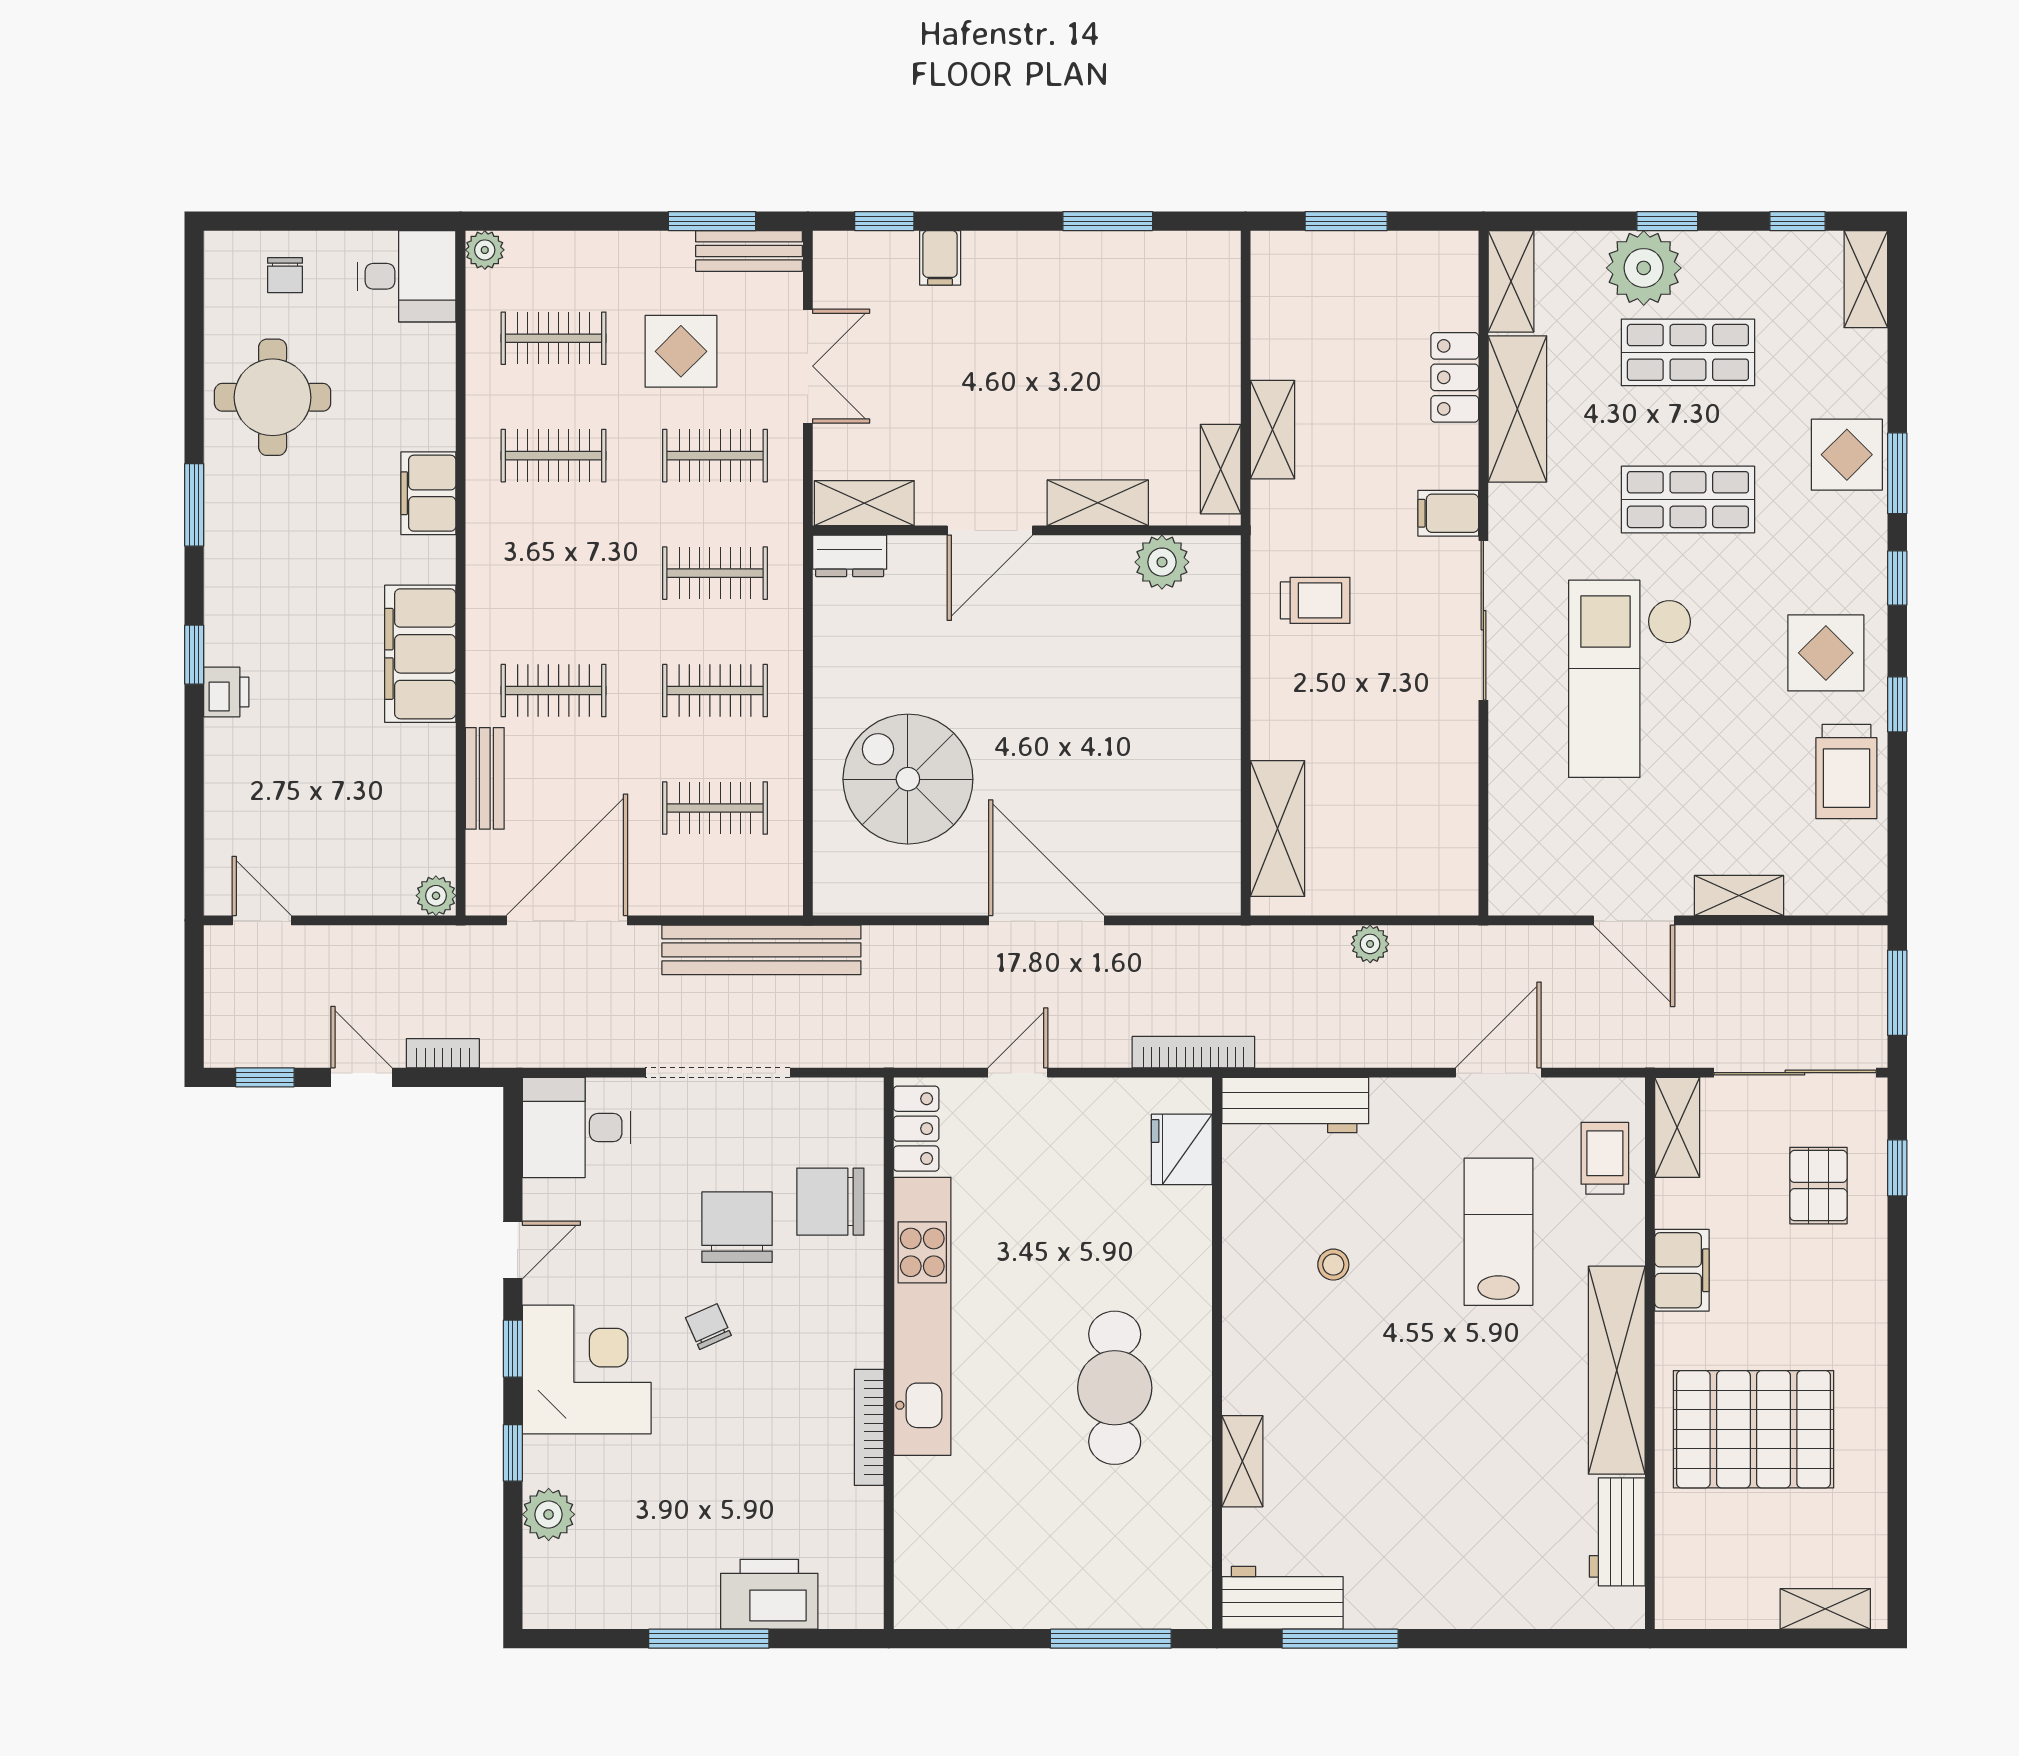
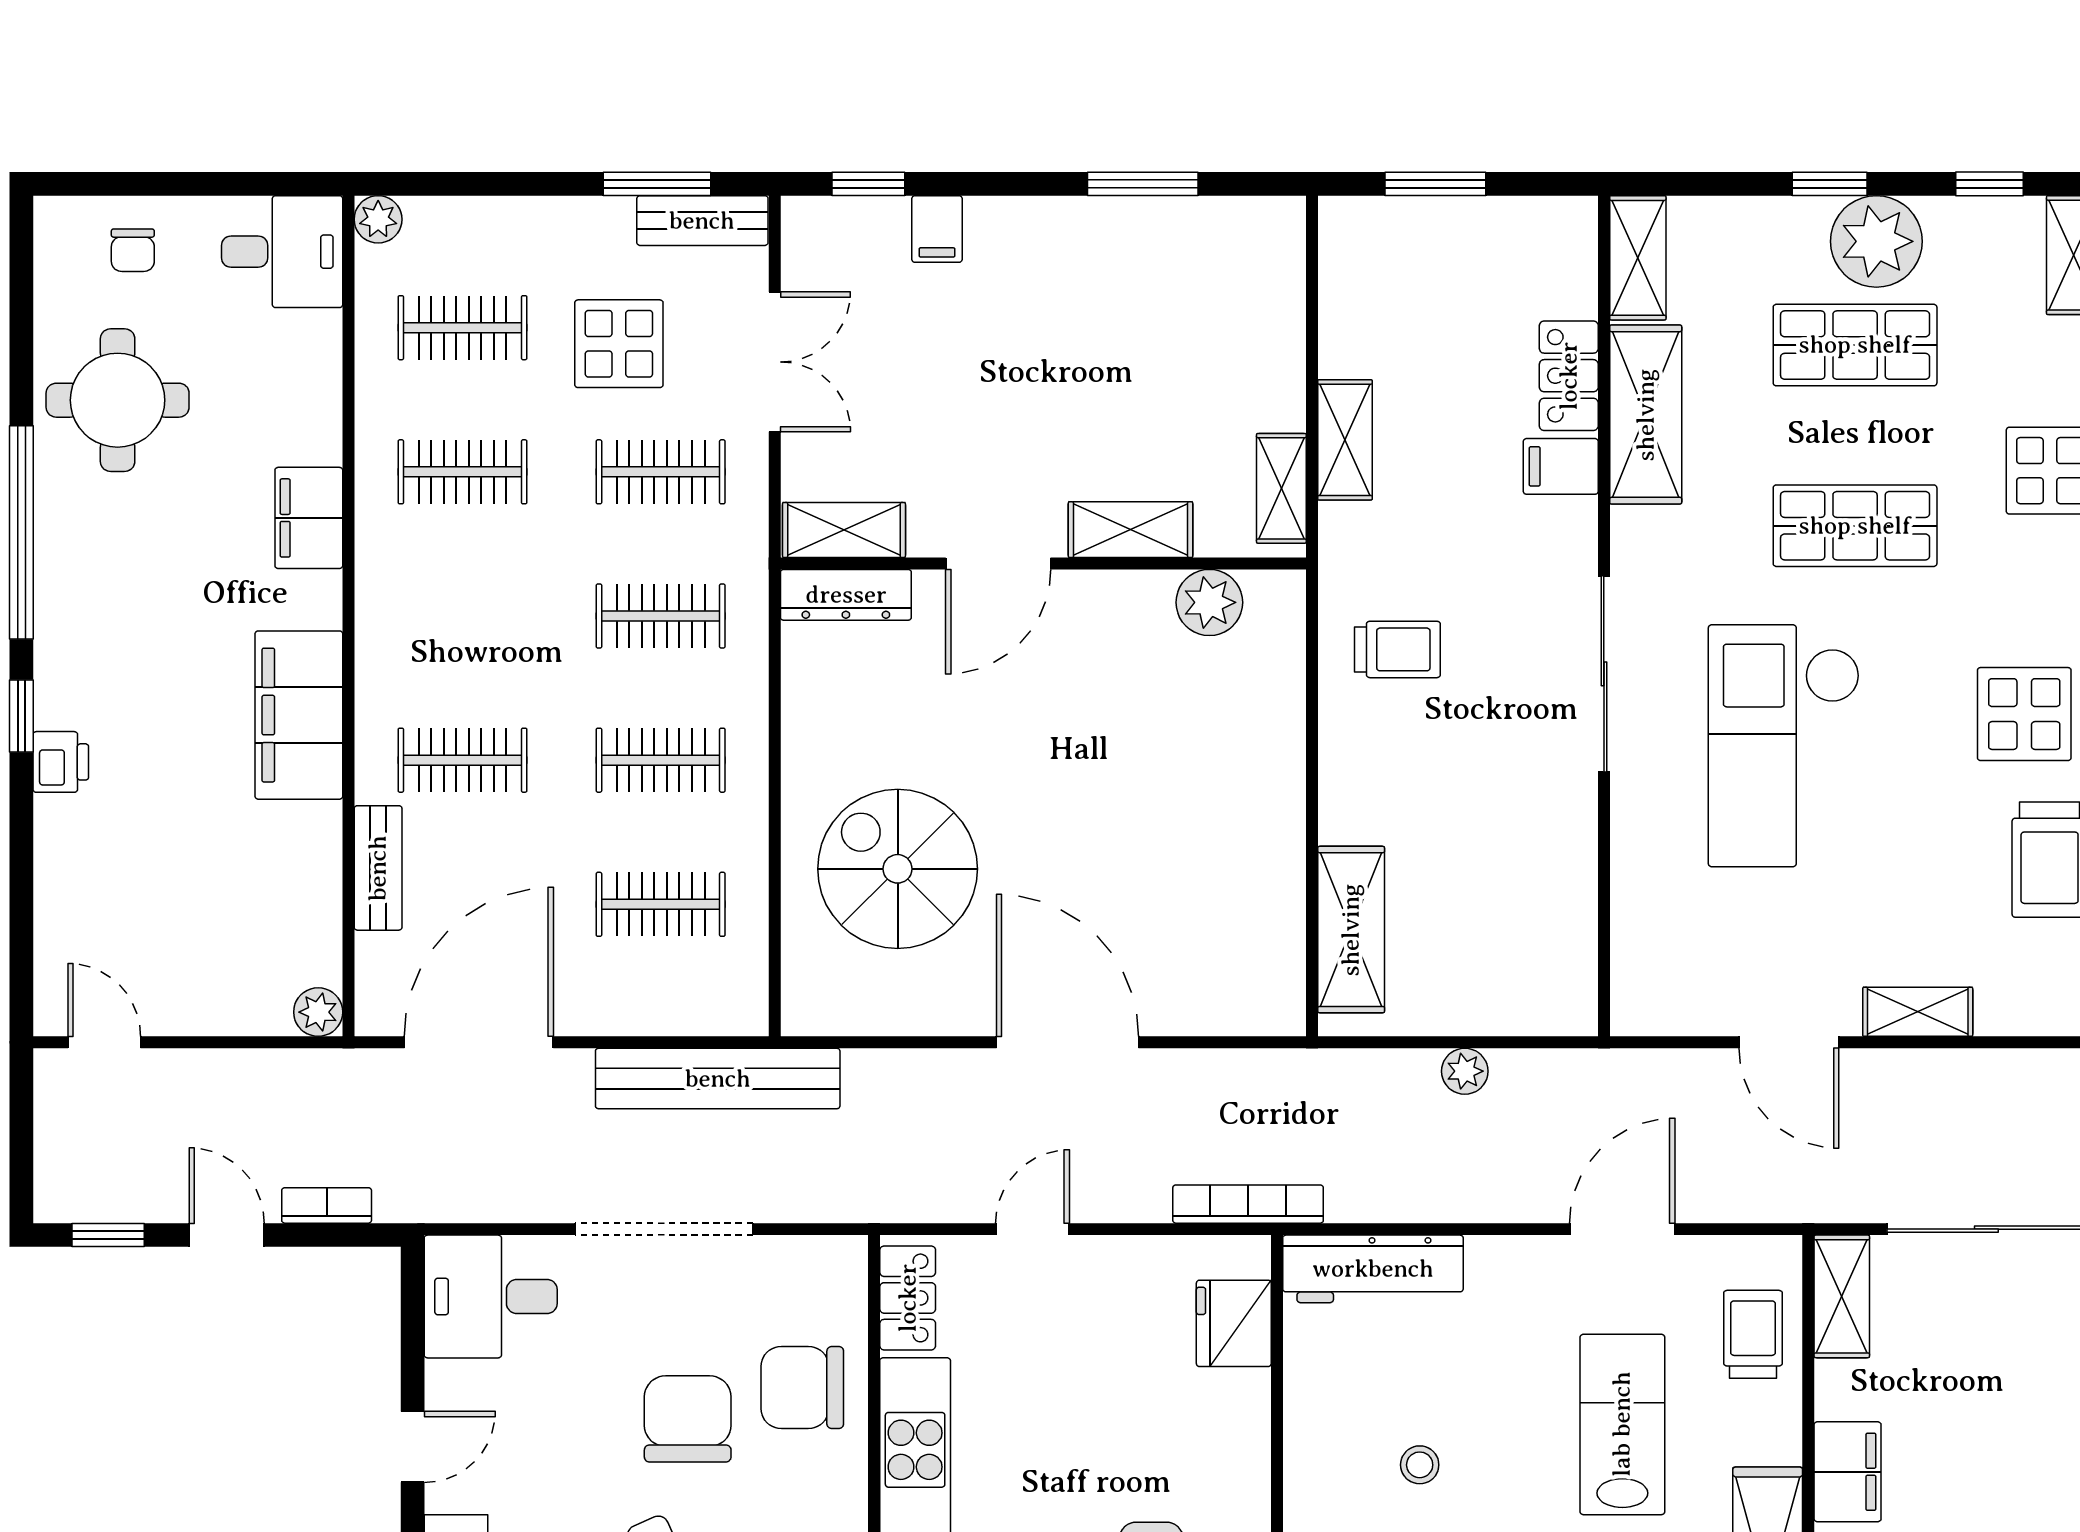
plant: (1644, 268) -> (1876, 241), moved
window: (194, 505) -> (21, 532), width x2.11
filing cabinet: (1448, 513) -> (1561, 466), moved
dresser: (850, 556) -> (846, 595), width x1.44
pallet: (1818, 1186) -> (2015, 1368), removed

